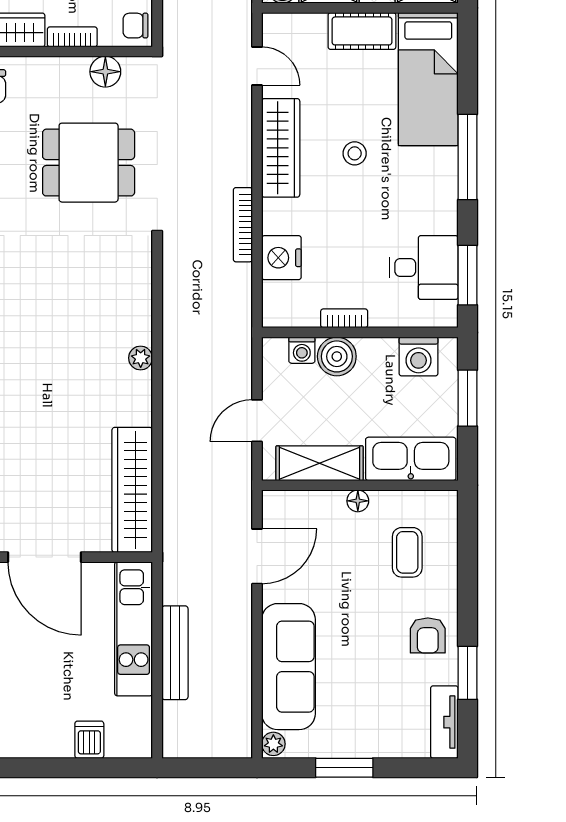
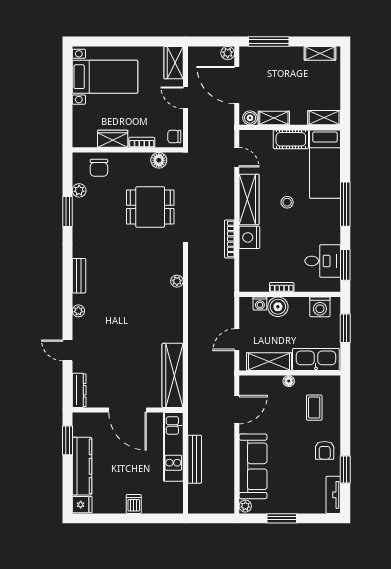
nightstand: (281, 258) -> (249, 237), moved
plant: (141, 358) -> (177, 281), moved
dishwasher: (89, 740) -> (134, 504), moved

